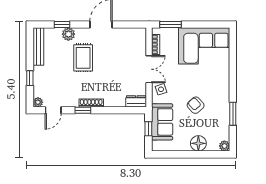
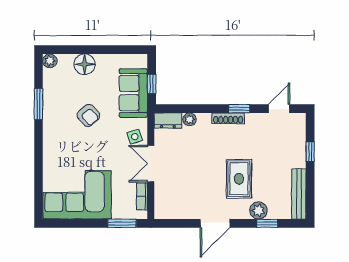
plant: (38, 102) -> (190, 119), moved

